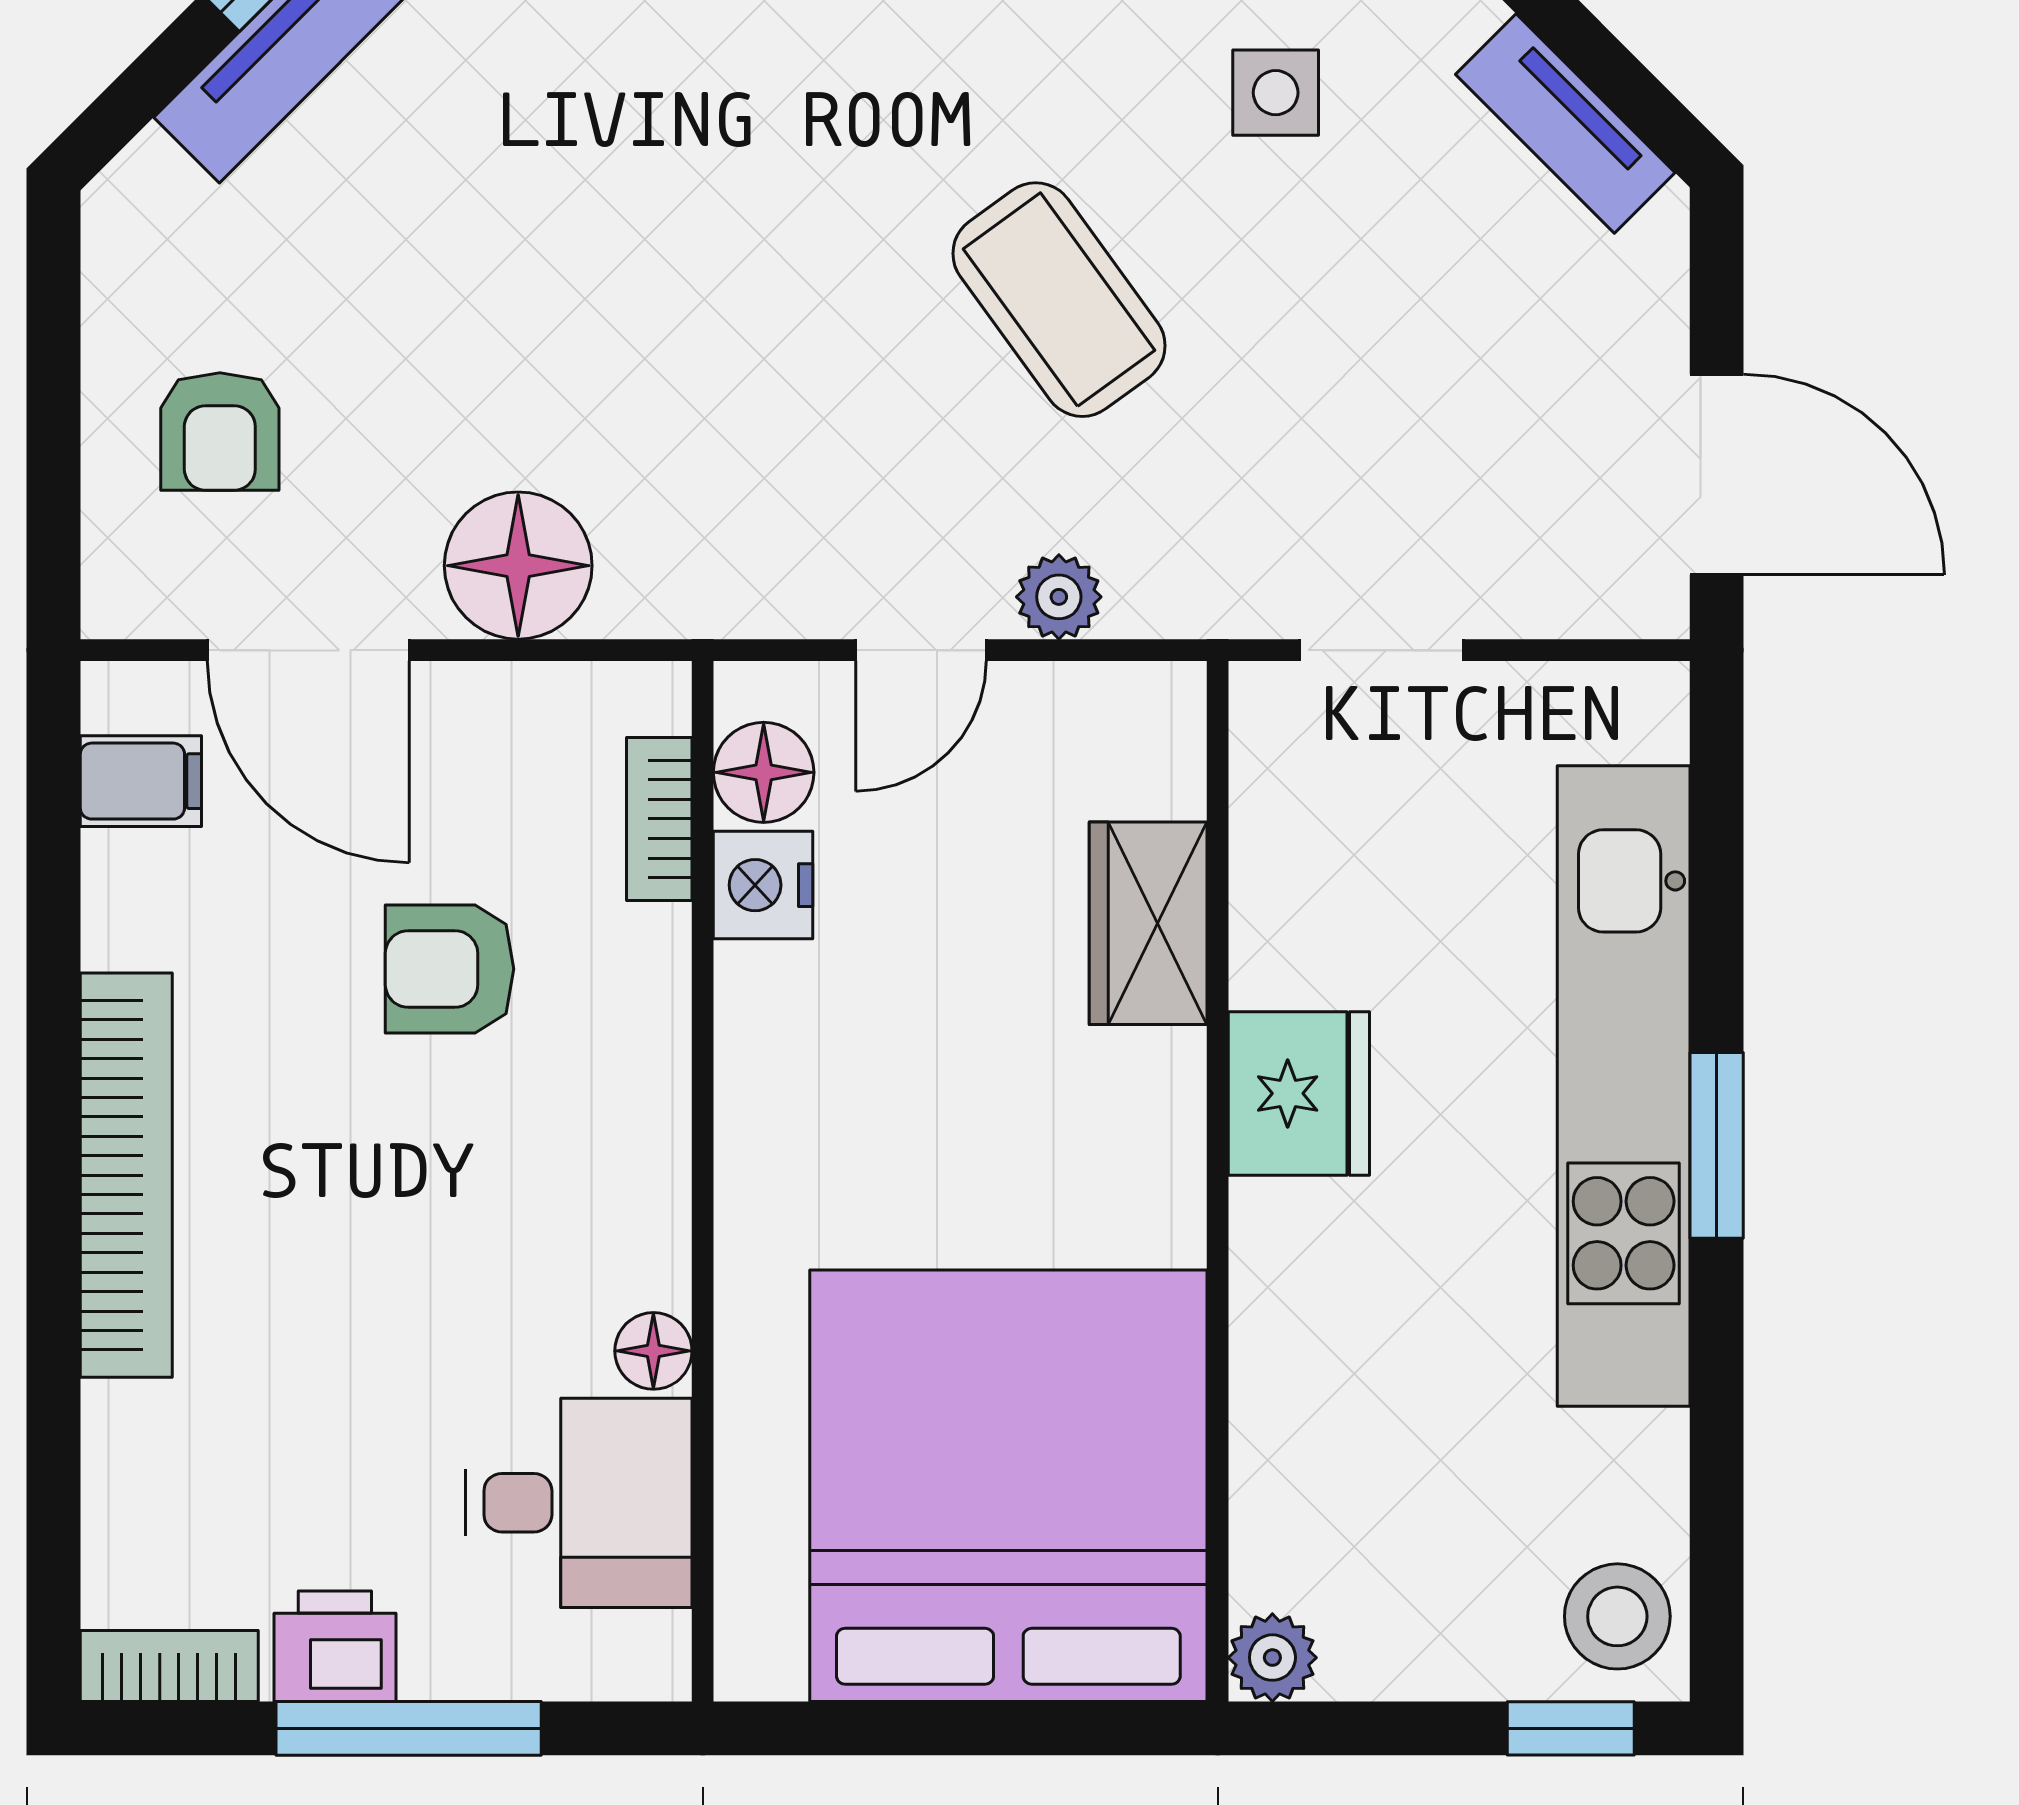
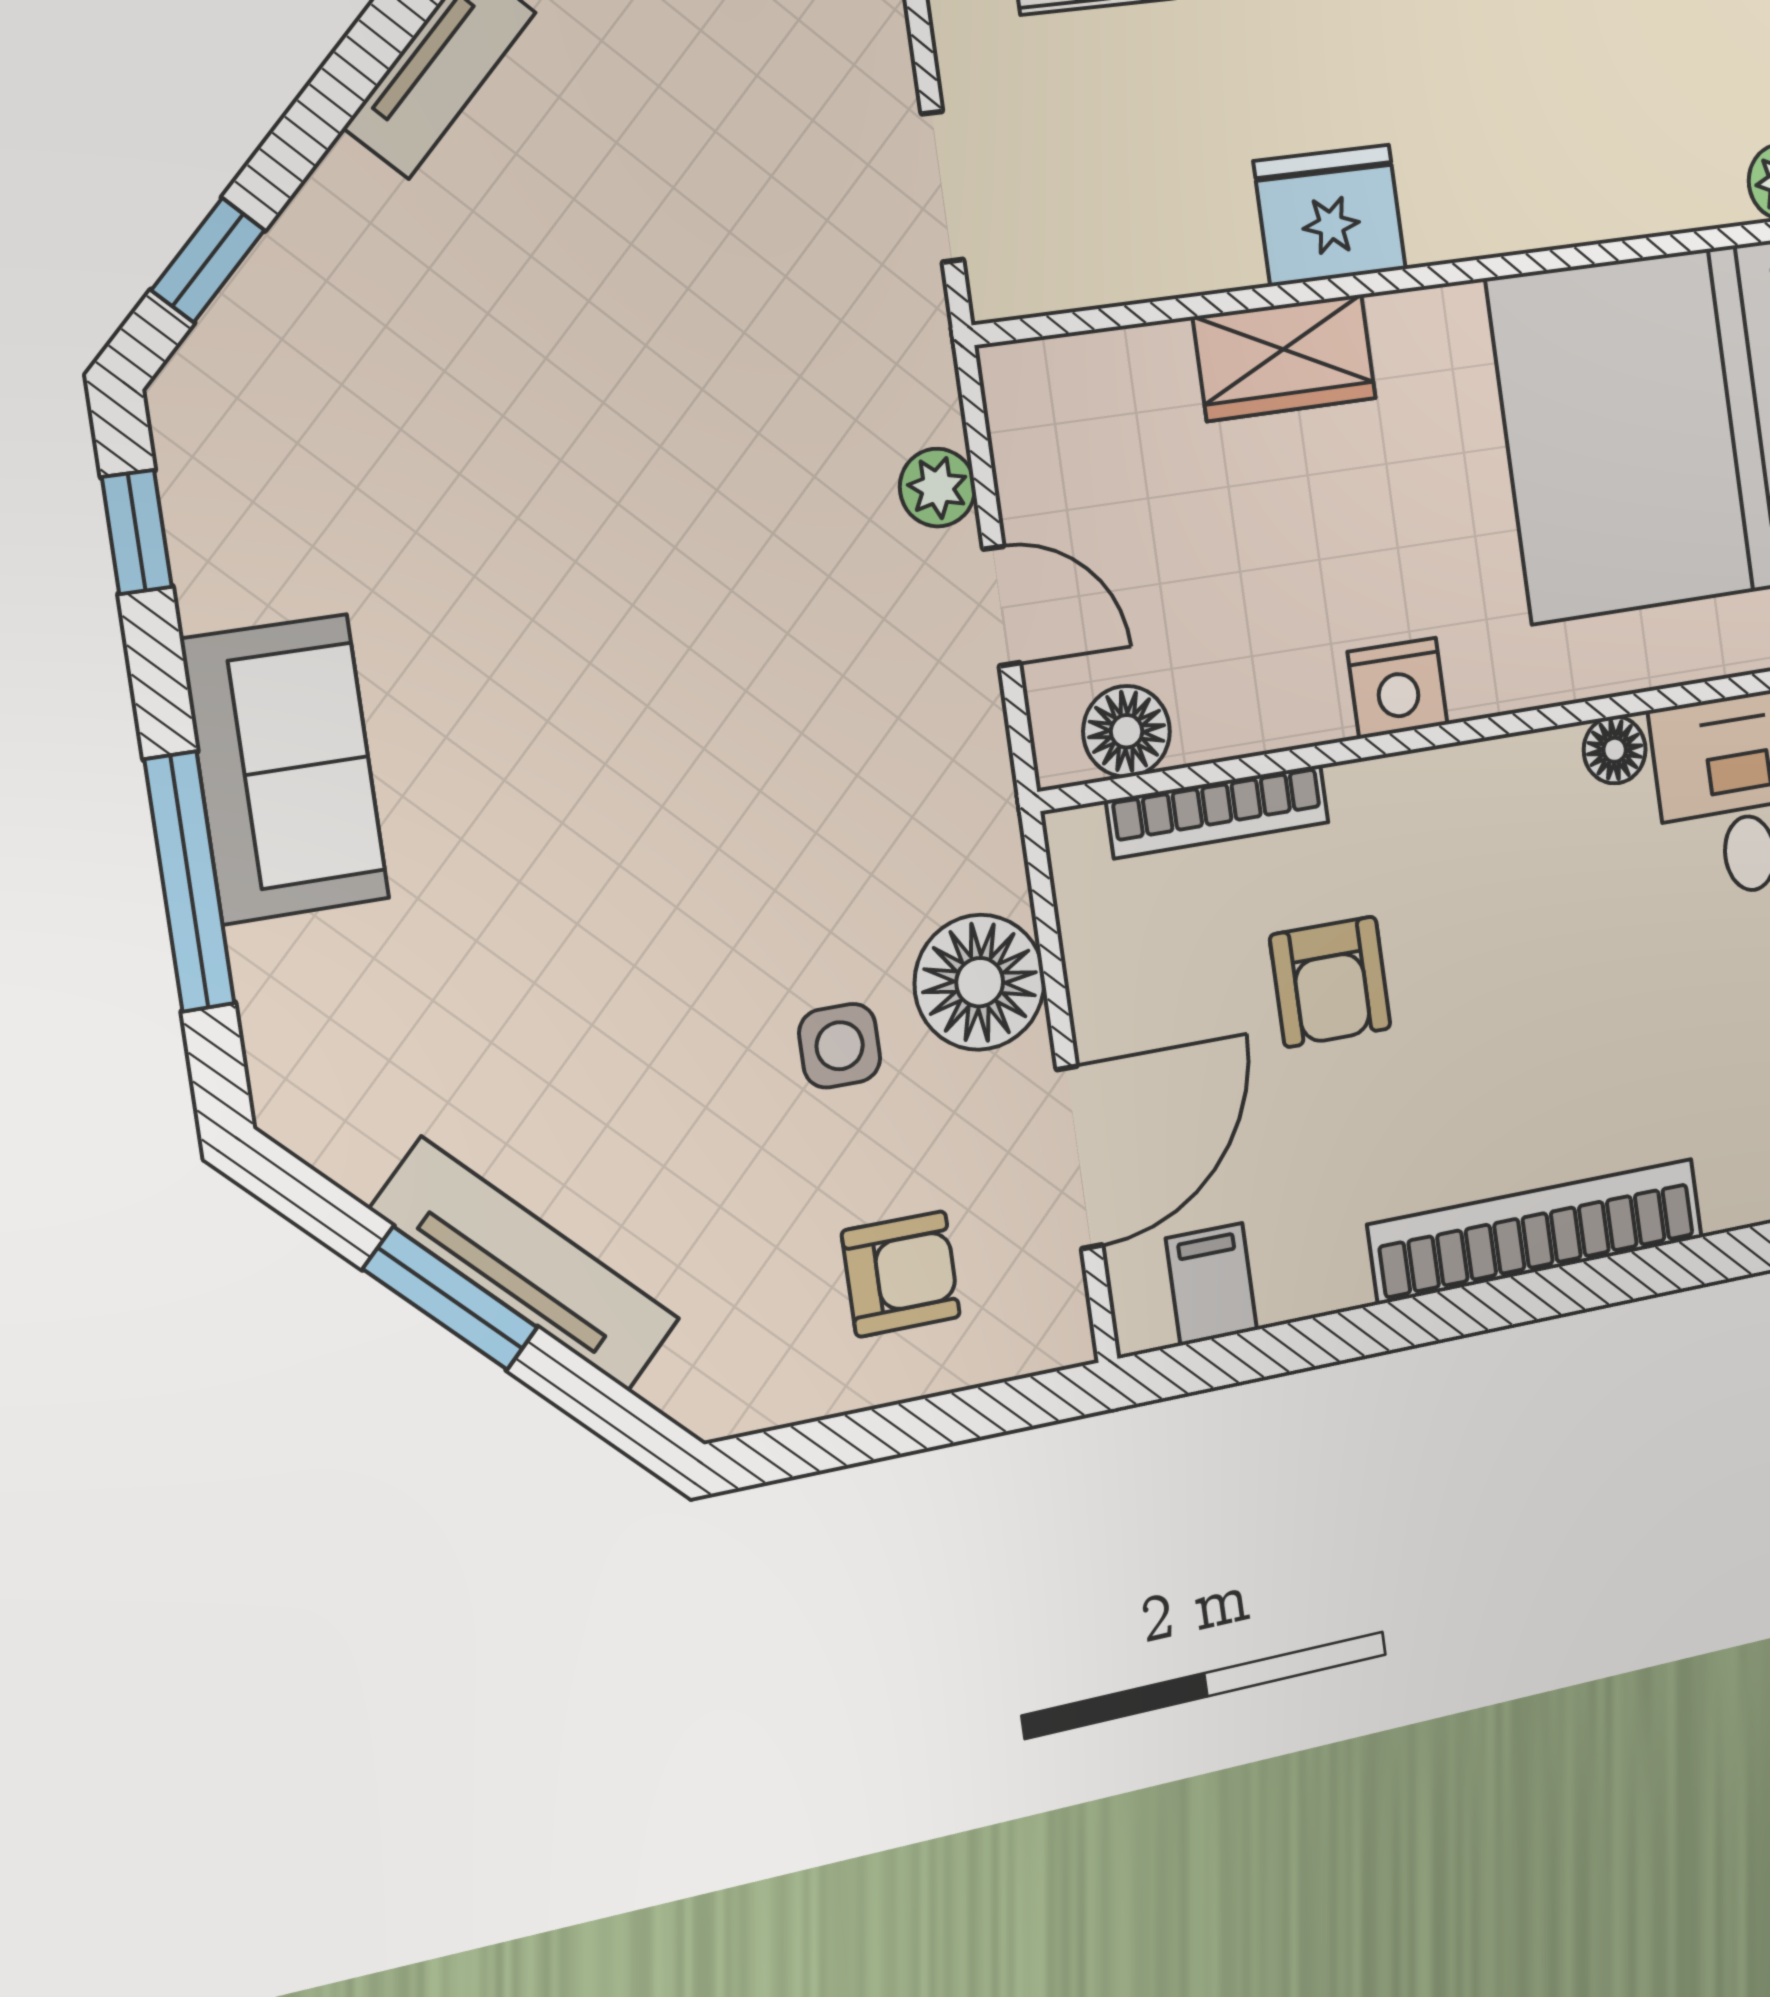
side table: (1276, 93) -> (840, 1046), moved
coffee table: (1059, 300) -> (672, 525), removed
bookcase: (659, 819) -> (1218, 812), width x1.56
nightstand: (763, 885) -> (1398, 688), moved
wardrobe: (1148, 923) -> (1285, 358), moved

